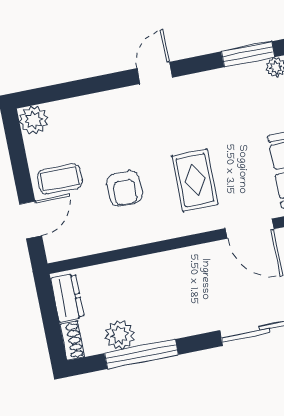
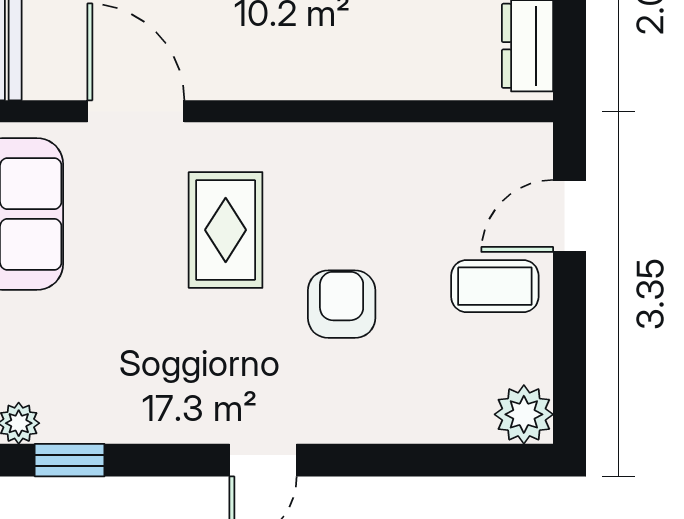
window: (248, 54) -> (70, 460), width x0.67
armchair: (124, 188) -> (342, 304), moved

